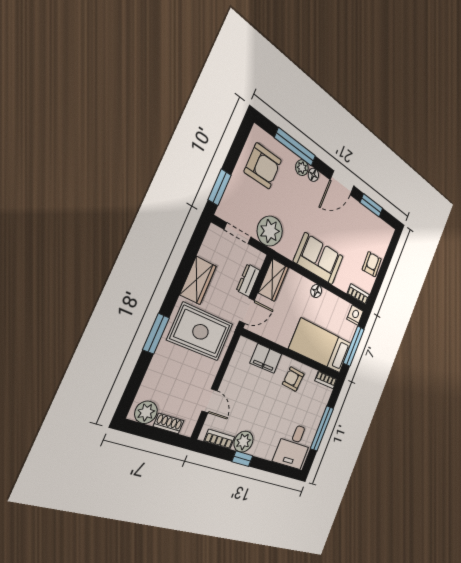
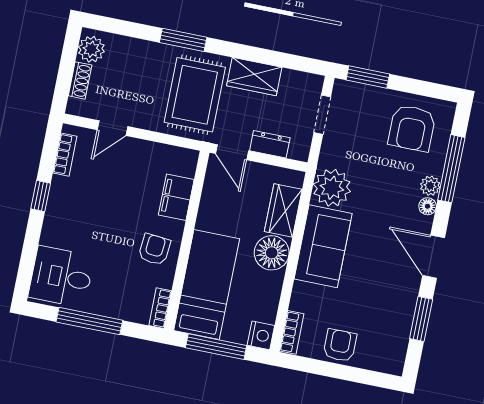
plant: (270, 231) -> (332, 188), moved
armchair: (372, 264) -> (340, 345), turned -87
wardrobe: (273, 280) -> (283, 210), moved, turned 90
floor lamp: (316, 291) -> (272, 253), width x1.89, depth x1.89
plant: (244, 442) -> (63, 192), removed

